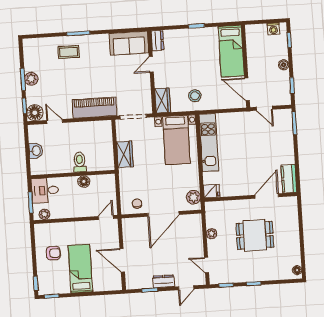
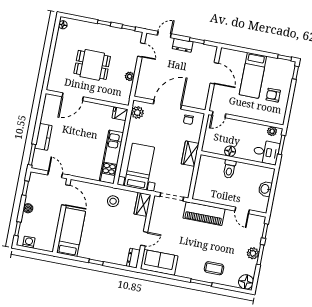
floor lamp: (35, 113) -> (246, 282), moved
wardrobe: (125, 154) -> (190, 154), moved
kitchen counter: (289, 179) -> (44, 137), moved

